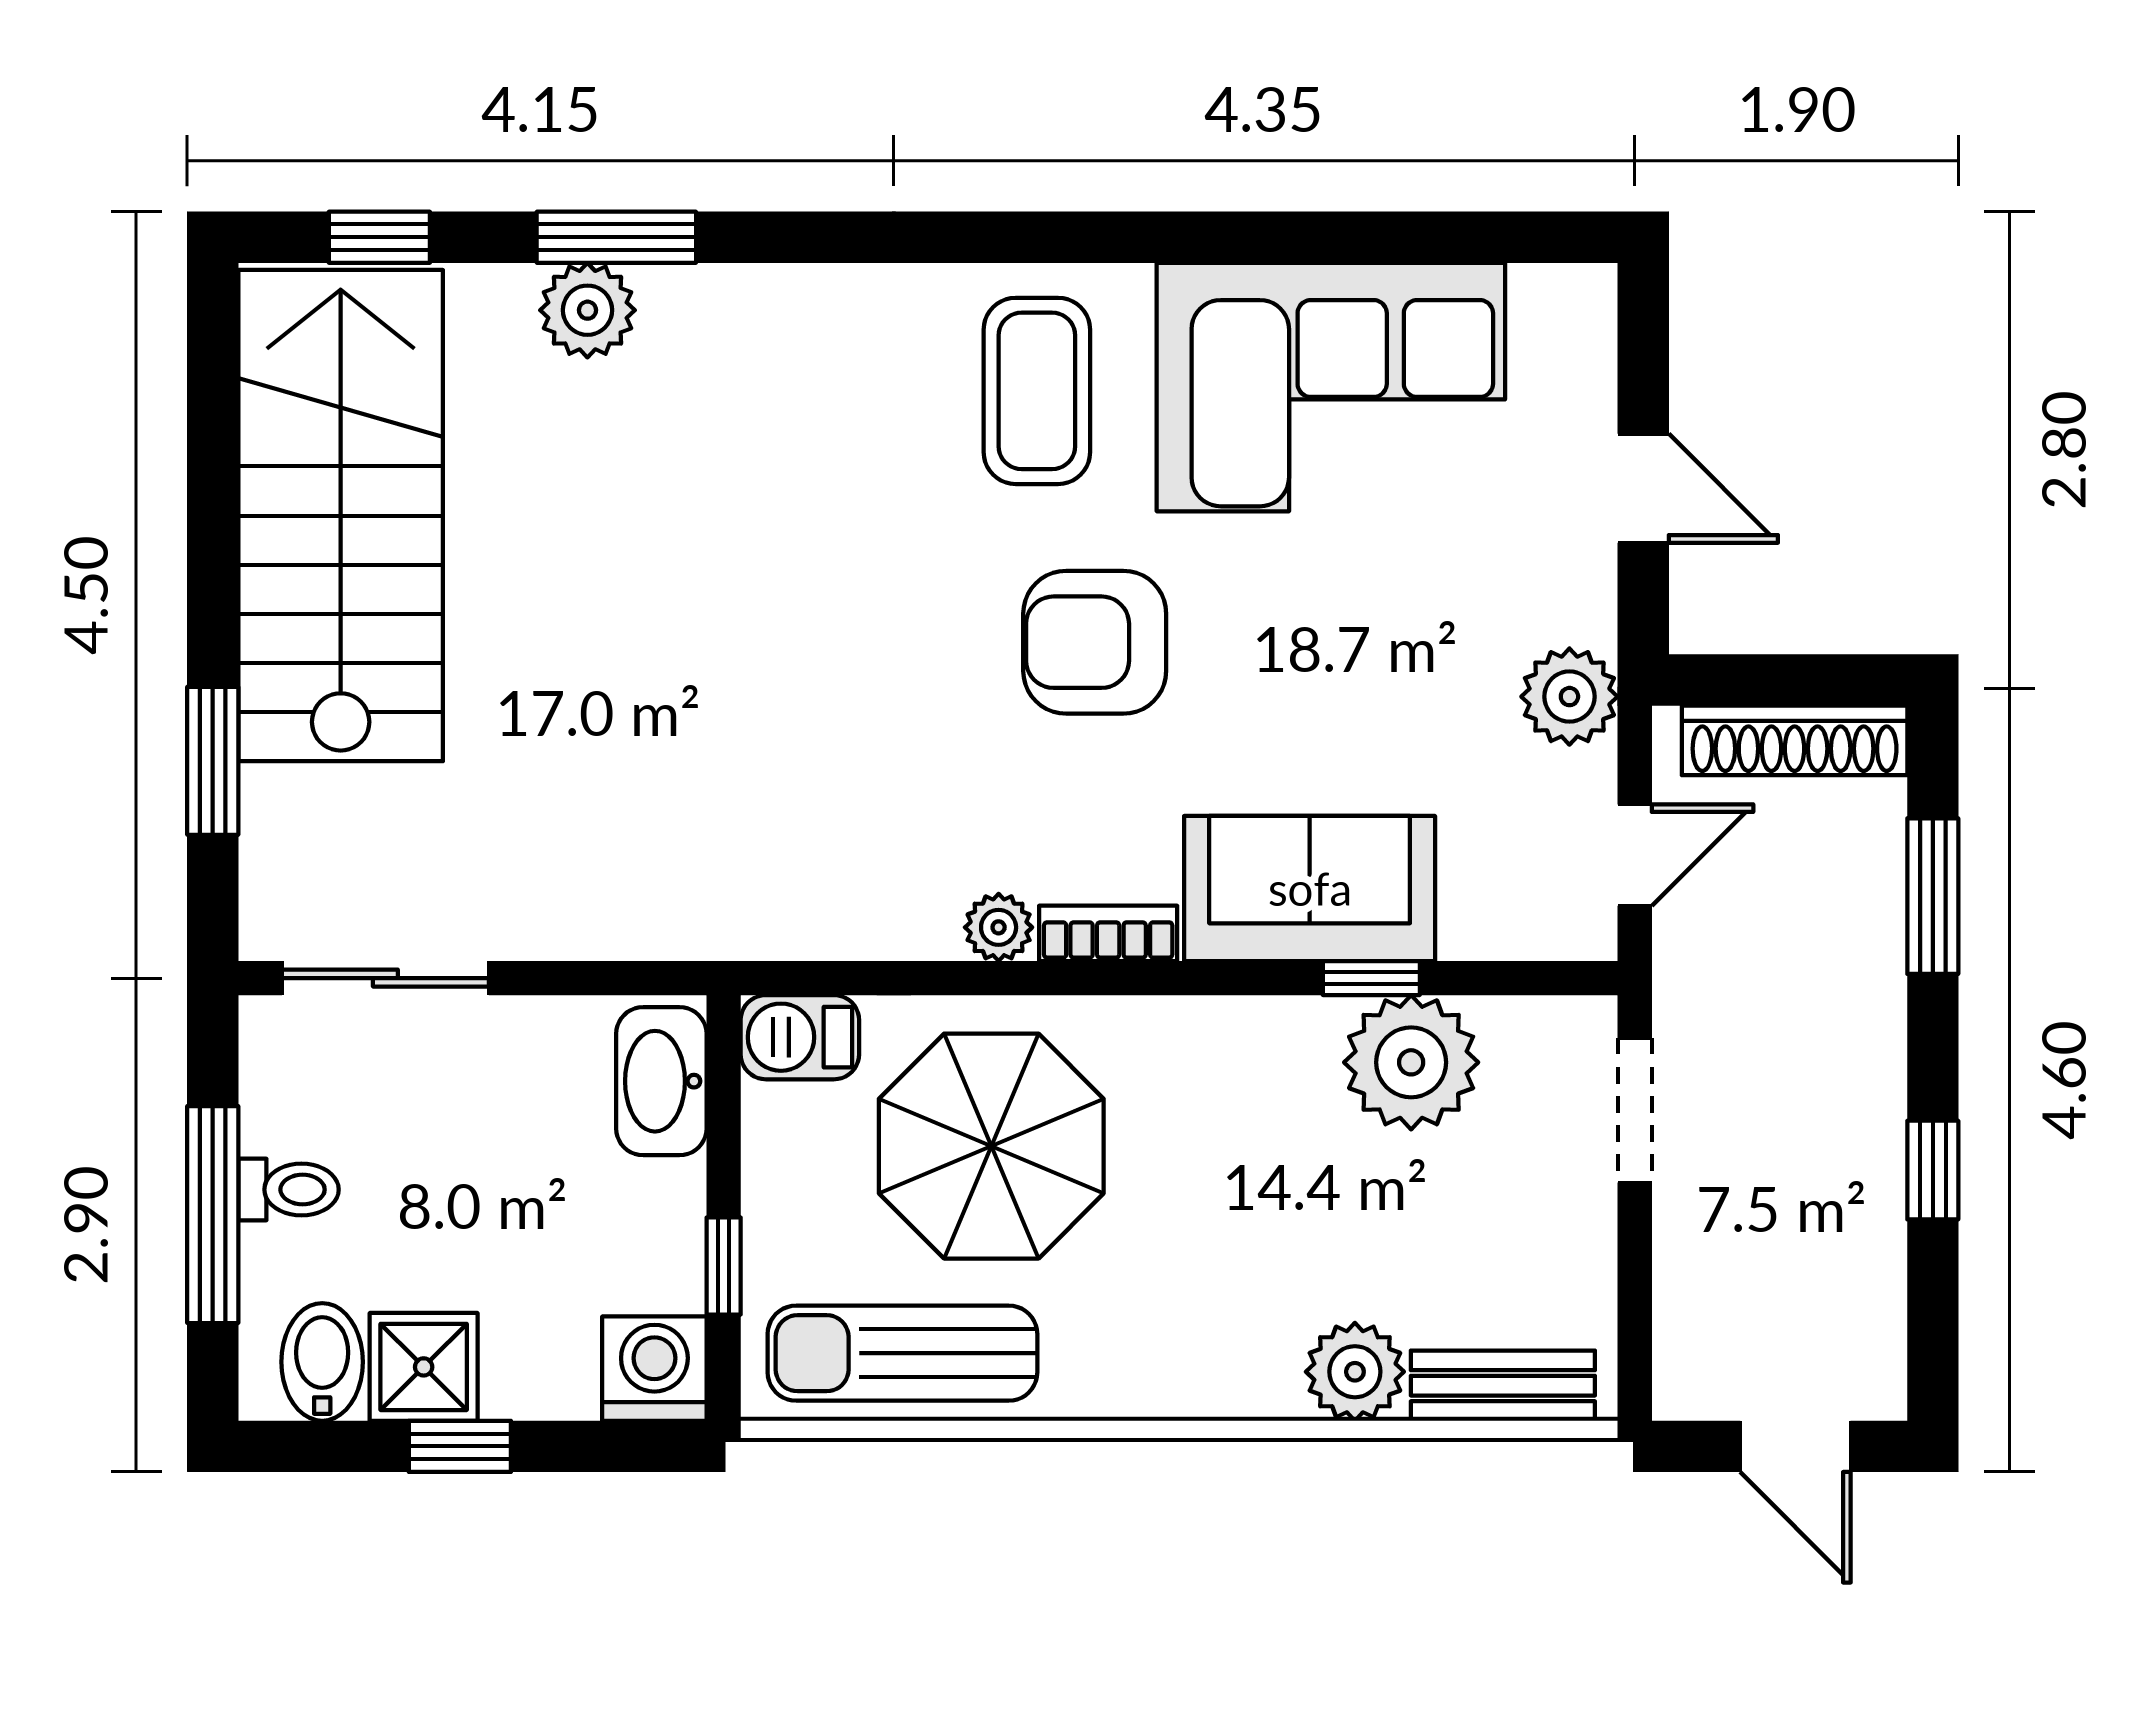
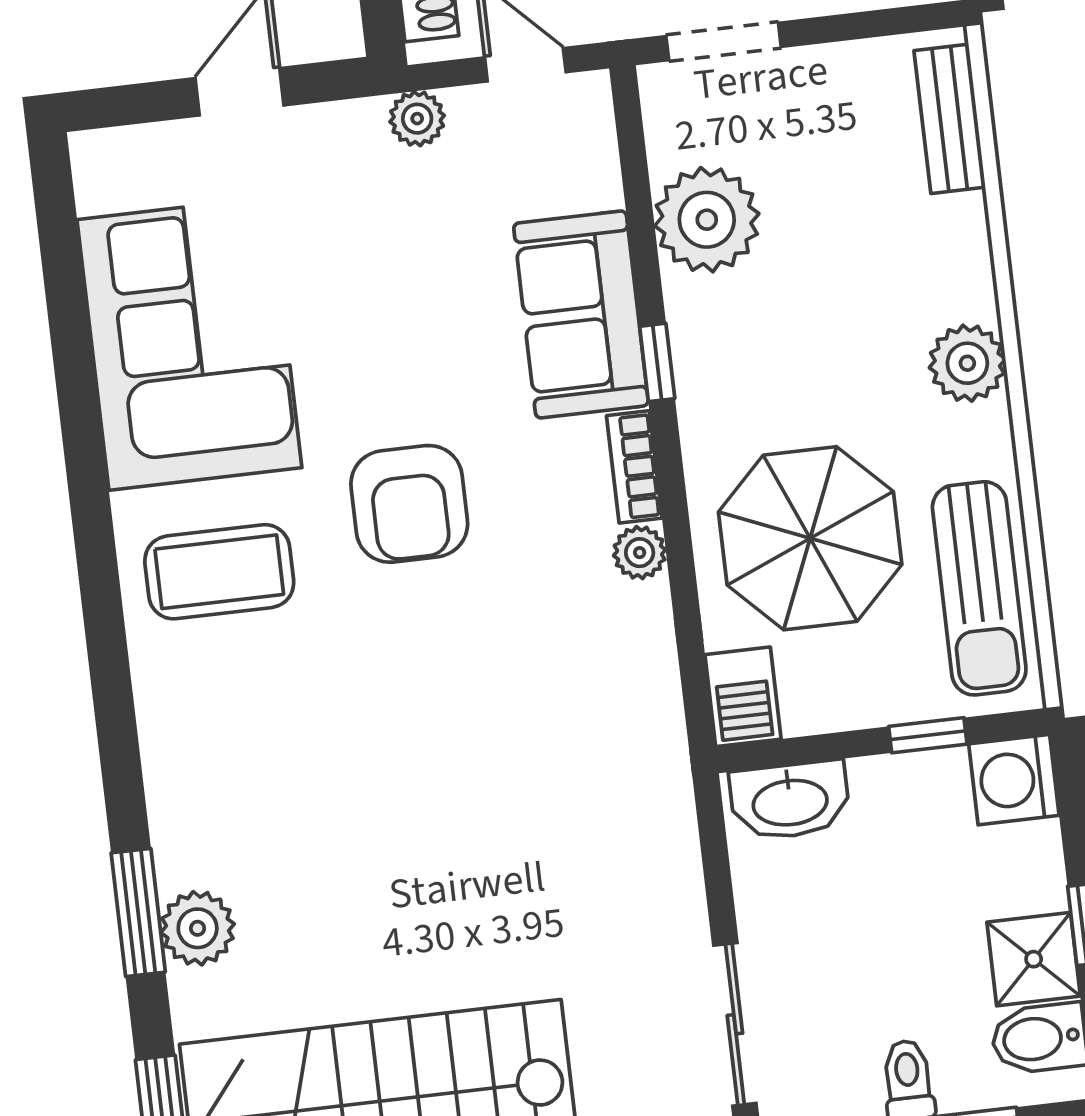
plant: (1569, 697) -> (417, 119), width x0.73, depth x0.73
window: (1371, 978) -> (657, 362), moved
plant: (1355, 1372) -> (967, 363), moved

